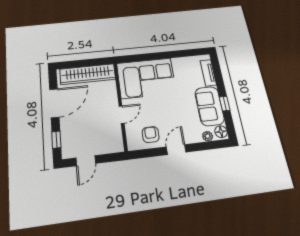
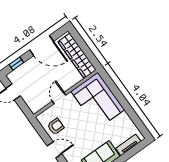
door: (122, 115) -> (59, 98), swing flipped

